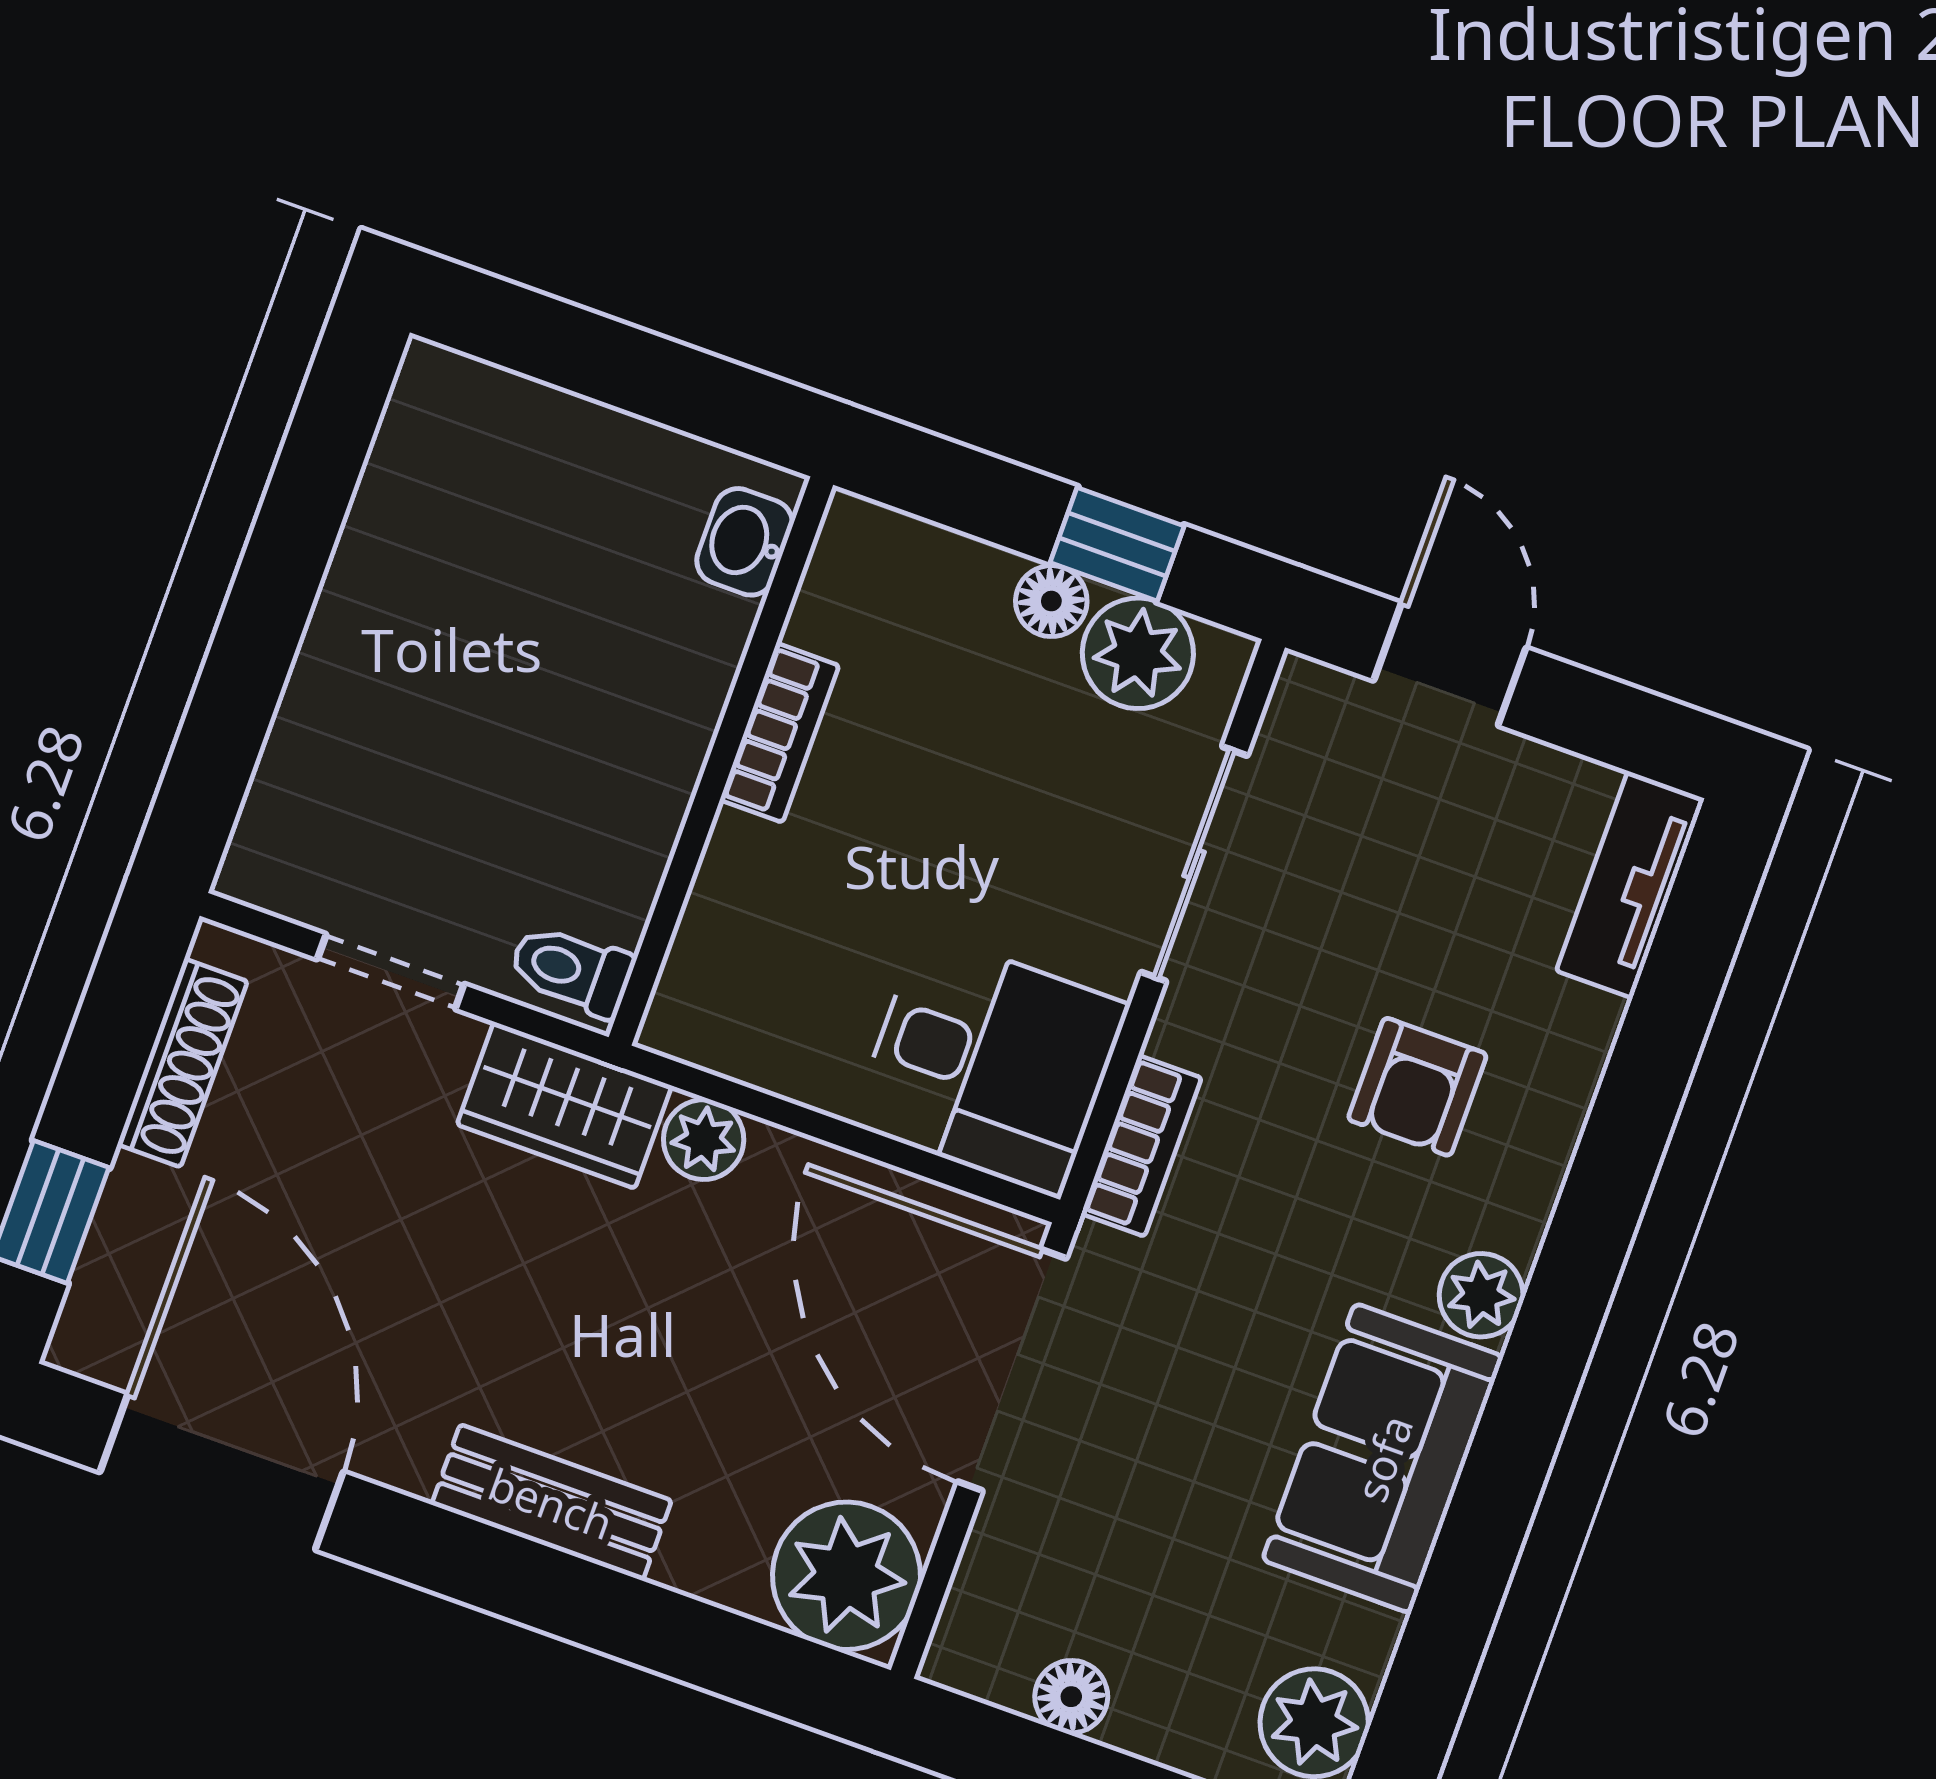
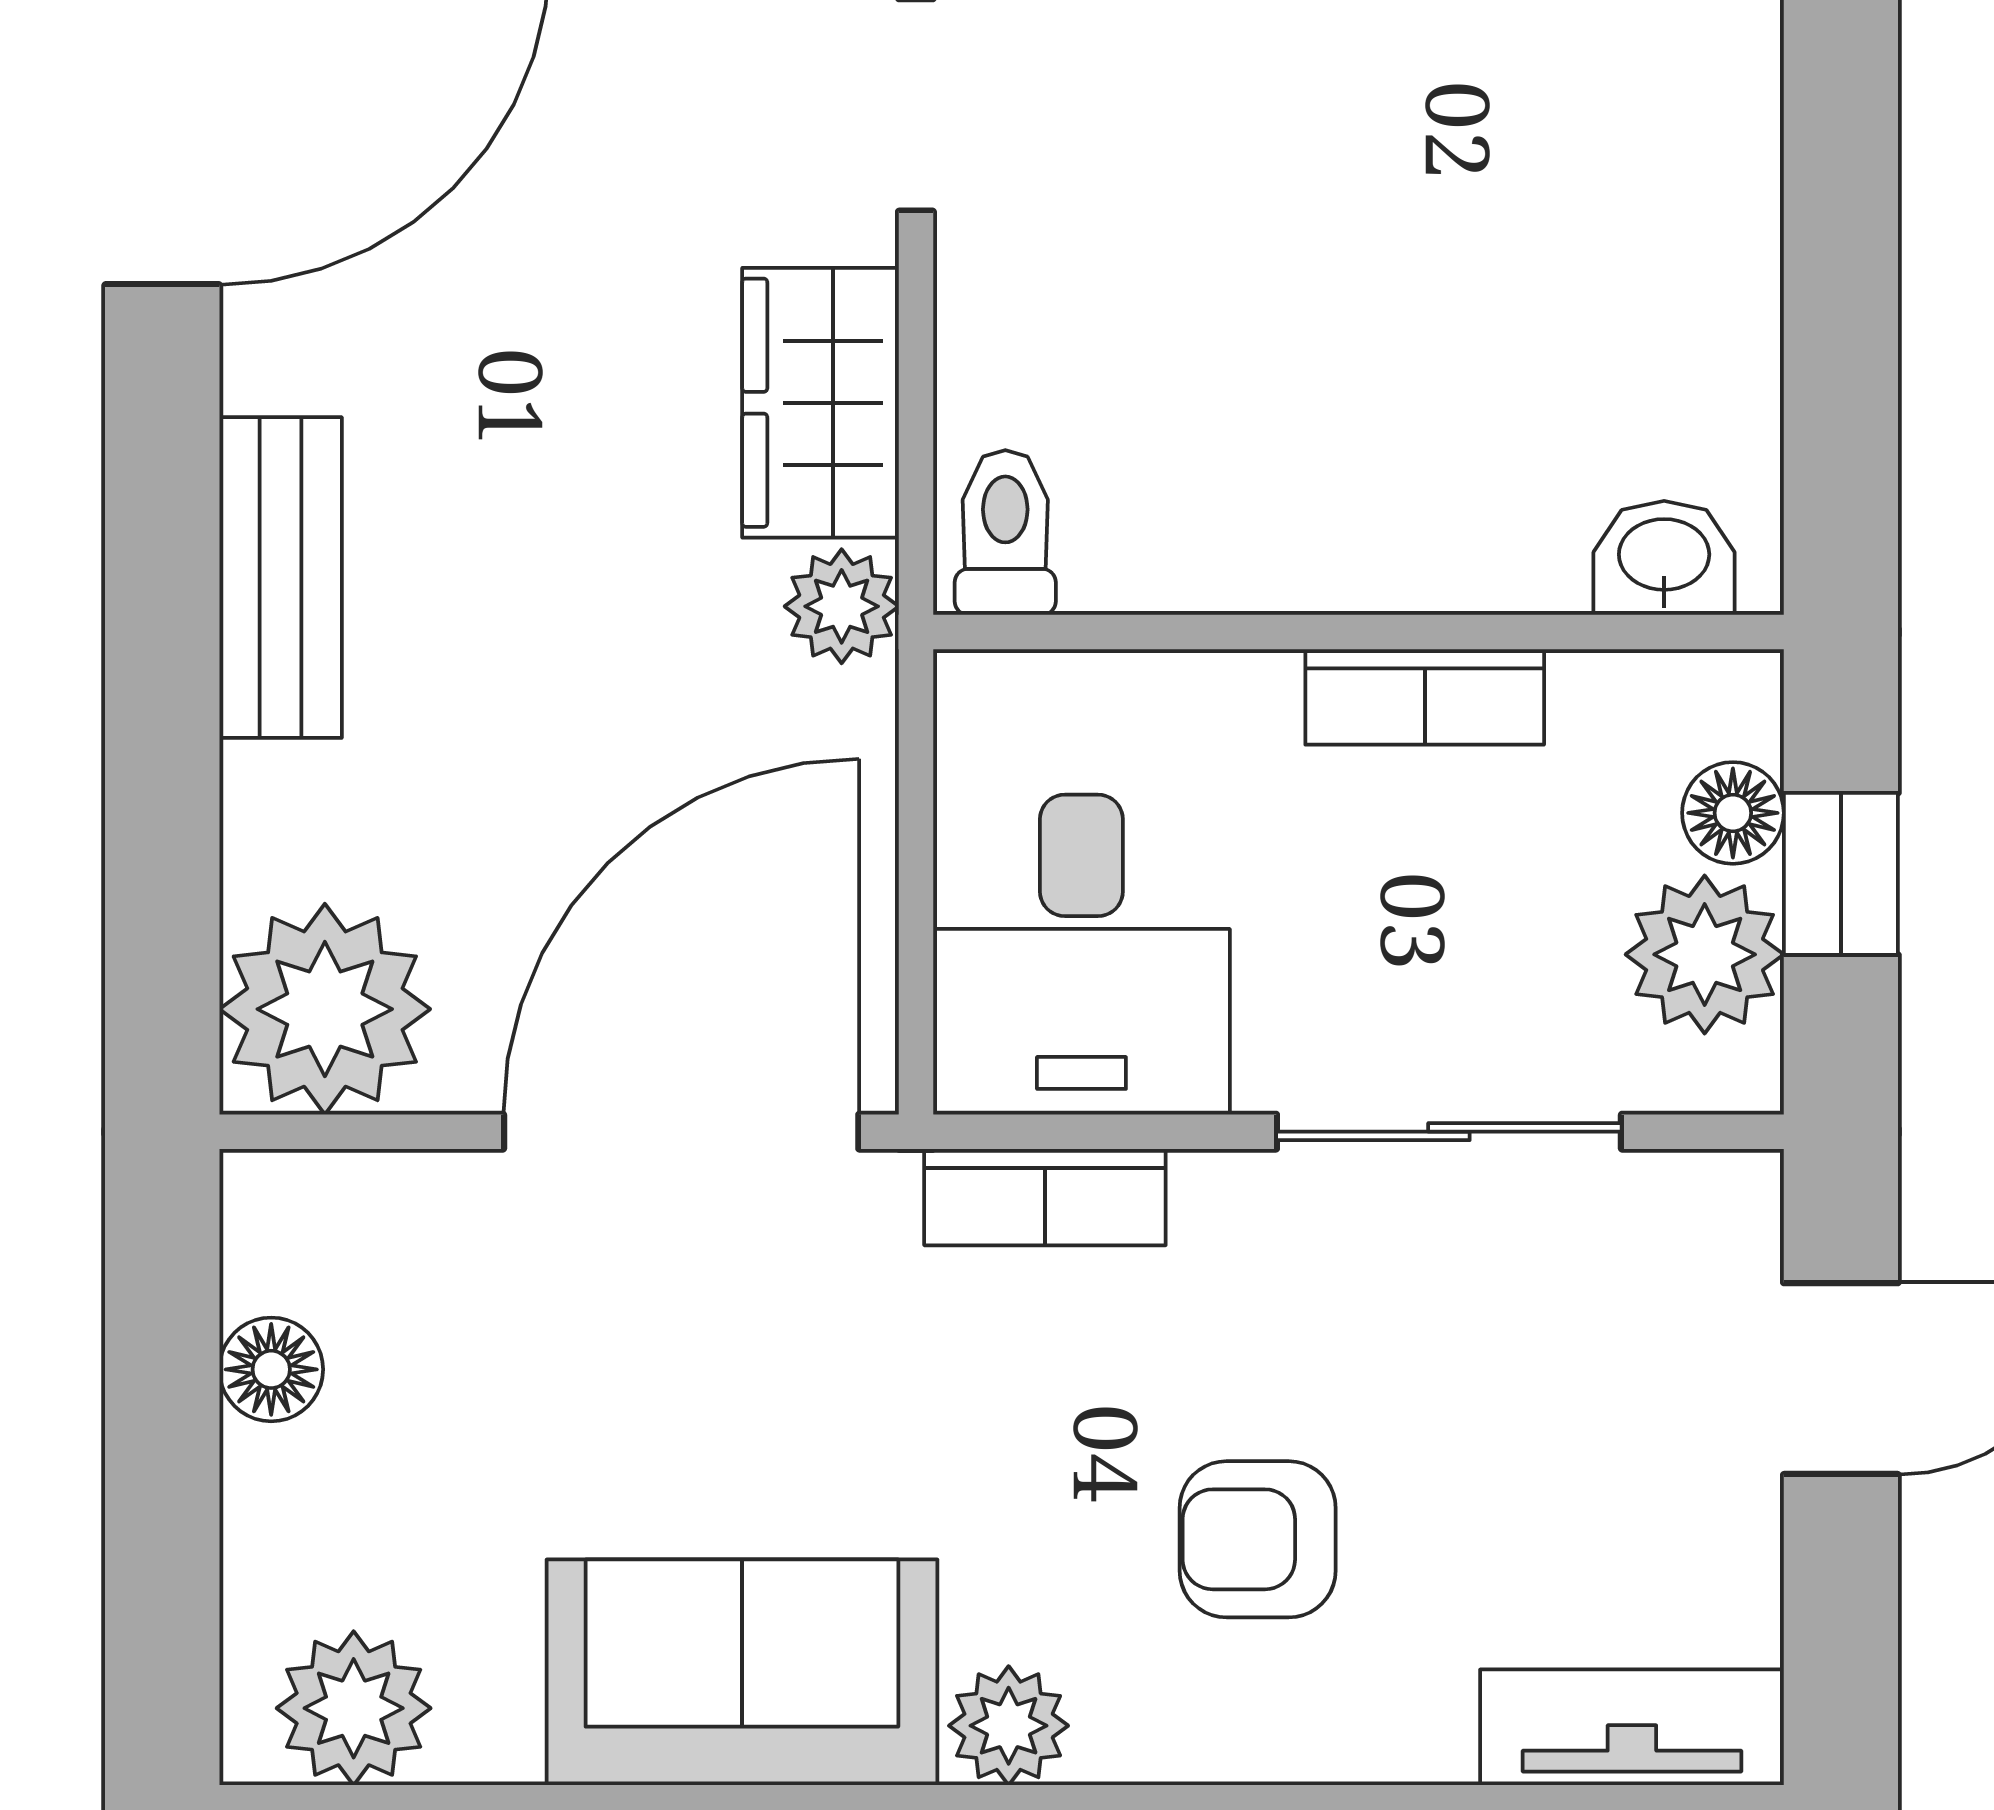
washbasin: (745, 542) -> (1664, 558), moved
bookcase: (779, 733) -> (1425, 697), moved
wall: (721, 761) -> (1358, 632), moved
toilet: (571, 970) -> (1005, 533), moved

